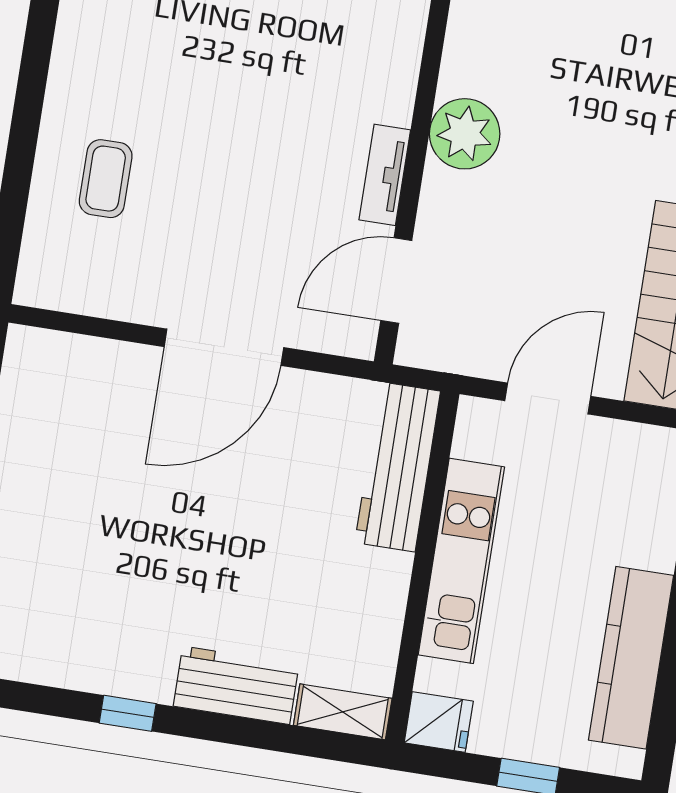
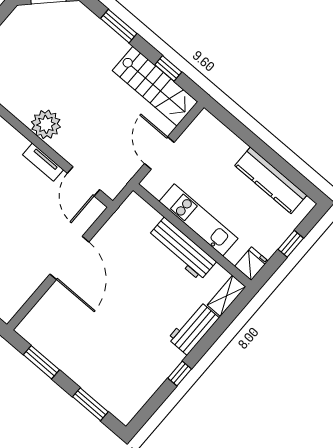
workbench: (398, 467) -> (182, 249), moved

